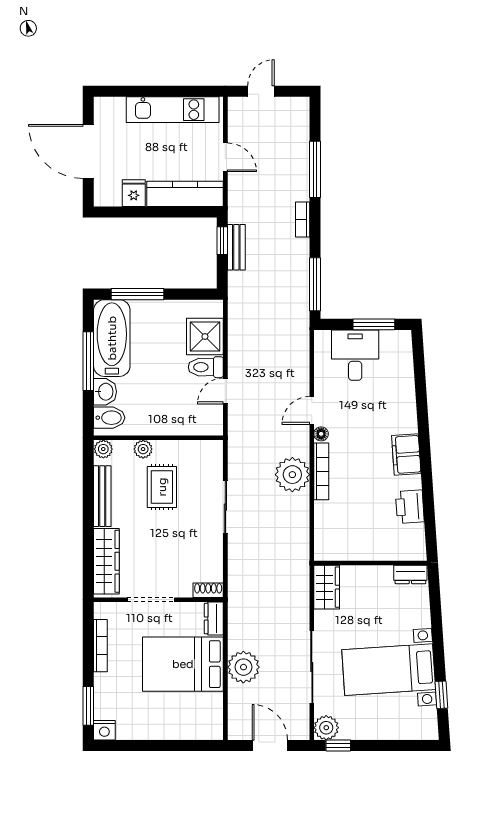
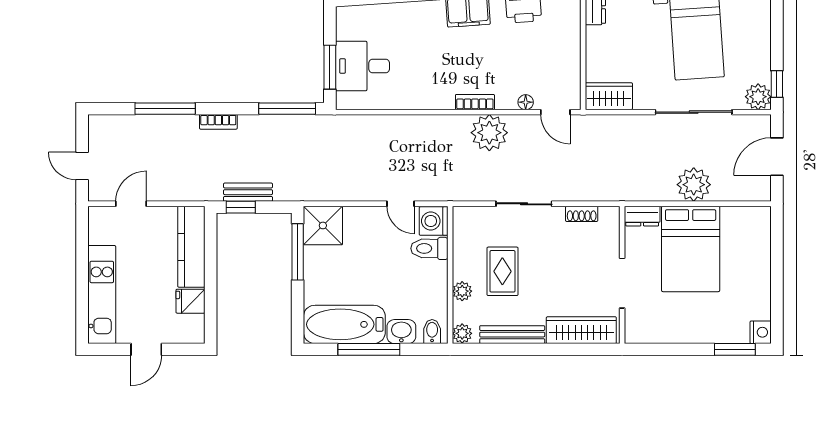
kitchen unit: (173, 110) -> (102, 295), moved
door: (88, 152) -> (146, 349), width x0.53
door: (225, 157) -> (131, 204), moved
window: (137, 294) -> (298, 252), moved
window: (374, 324) -> (330, 67), moved
shower: (205, 337) -> (323, 225), moved
toilet: (206, 367) -> (429, 248), moved, turned 90
door: (312, 410) -> (555, 112), moved
bidet: (109, 418) -> (432, 331), width x0.72, depth x0.74
washing machine: (209, 422) -> (434, 221), added
floor lamp: (321, 434) -> (526, 102), moved
bookcase: (321, 471) -> (475, 102), width x0.64
rug: (162, 487) -> (502, 271), turned 90
shoe rack: (208, 590) -> (582, 214), moved, turned -90
bookcase: (100, 646) -> (671, 337), removed

